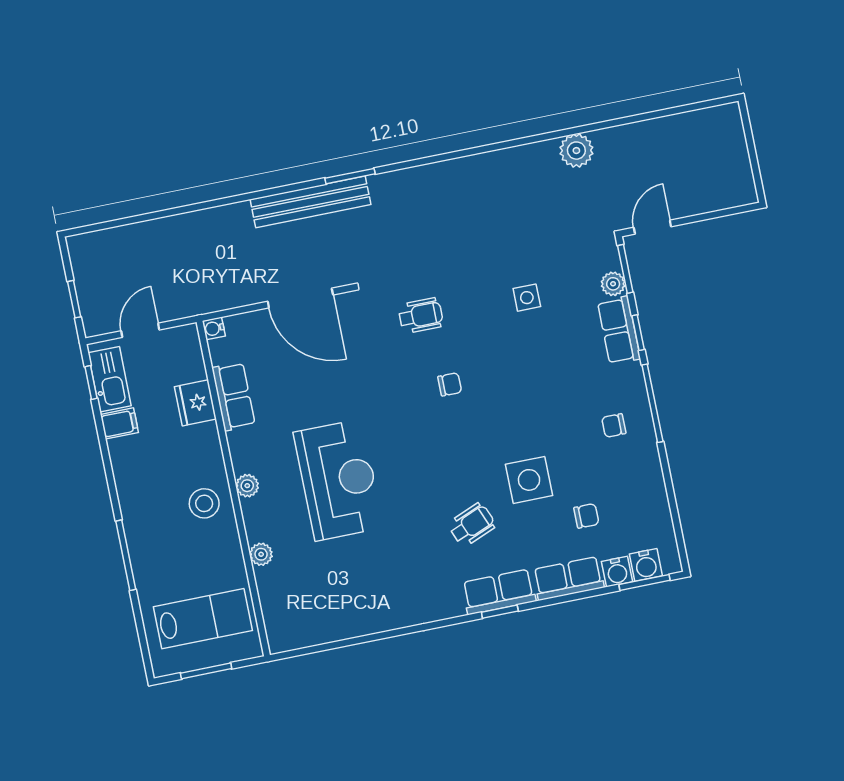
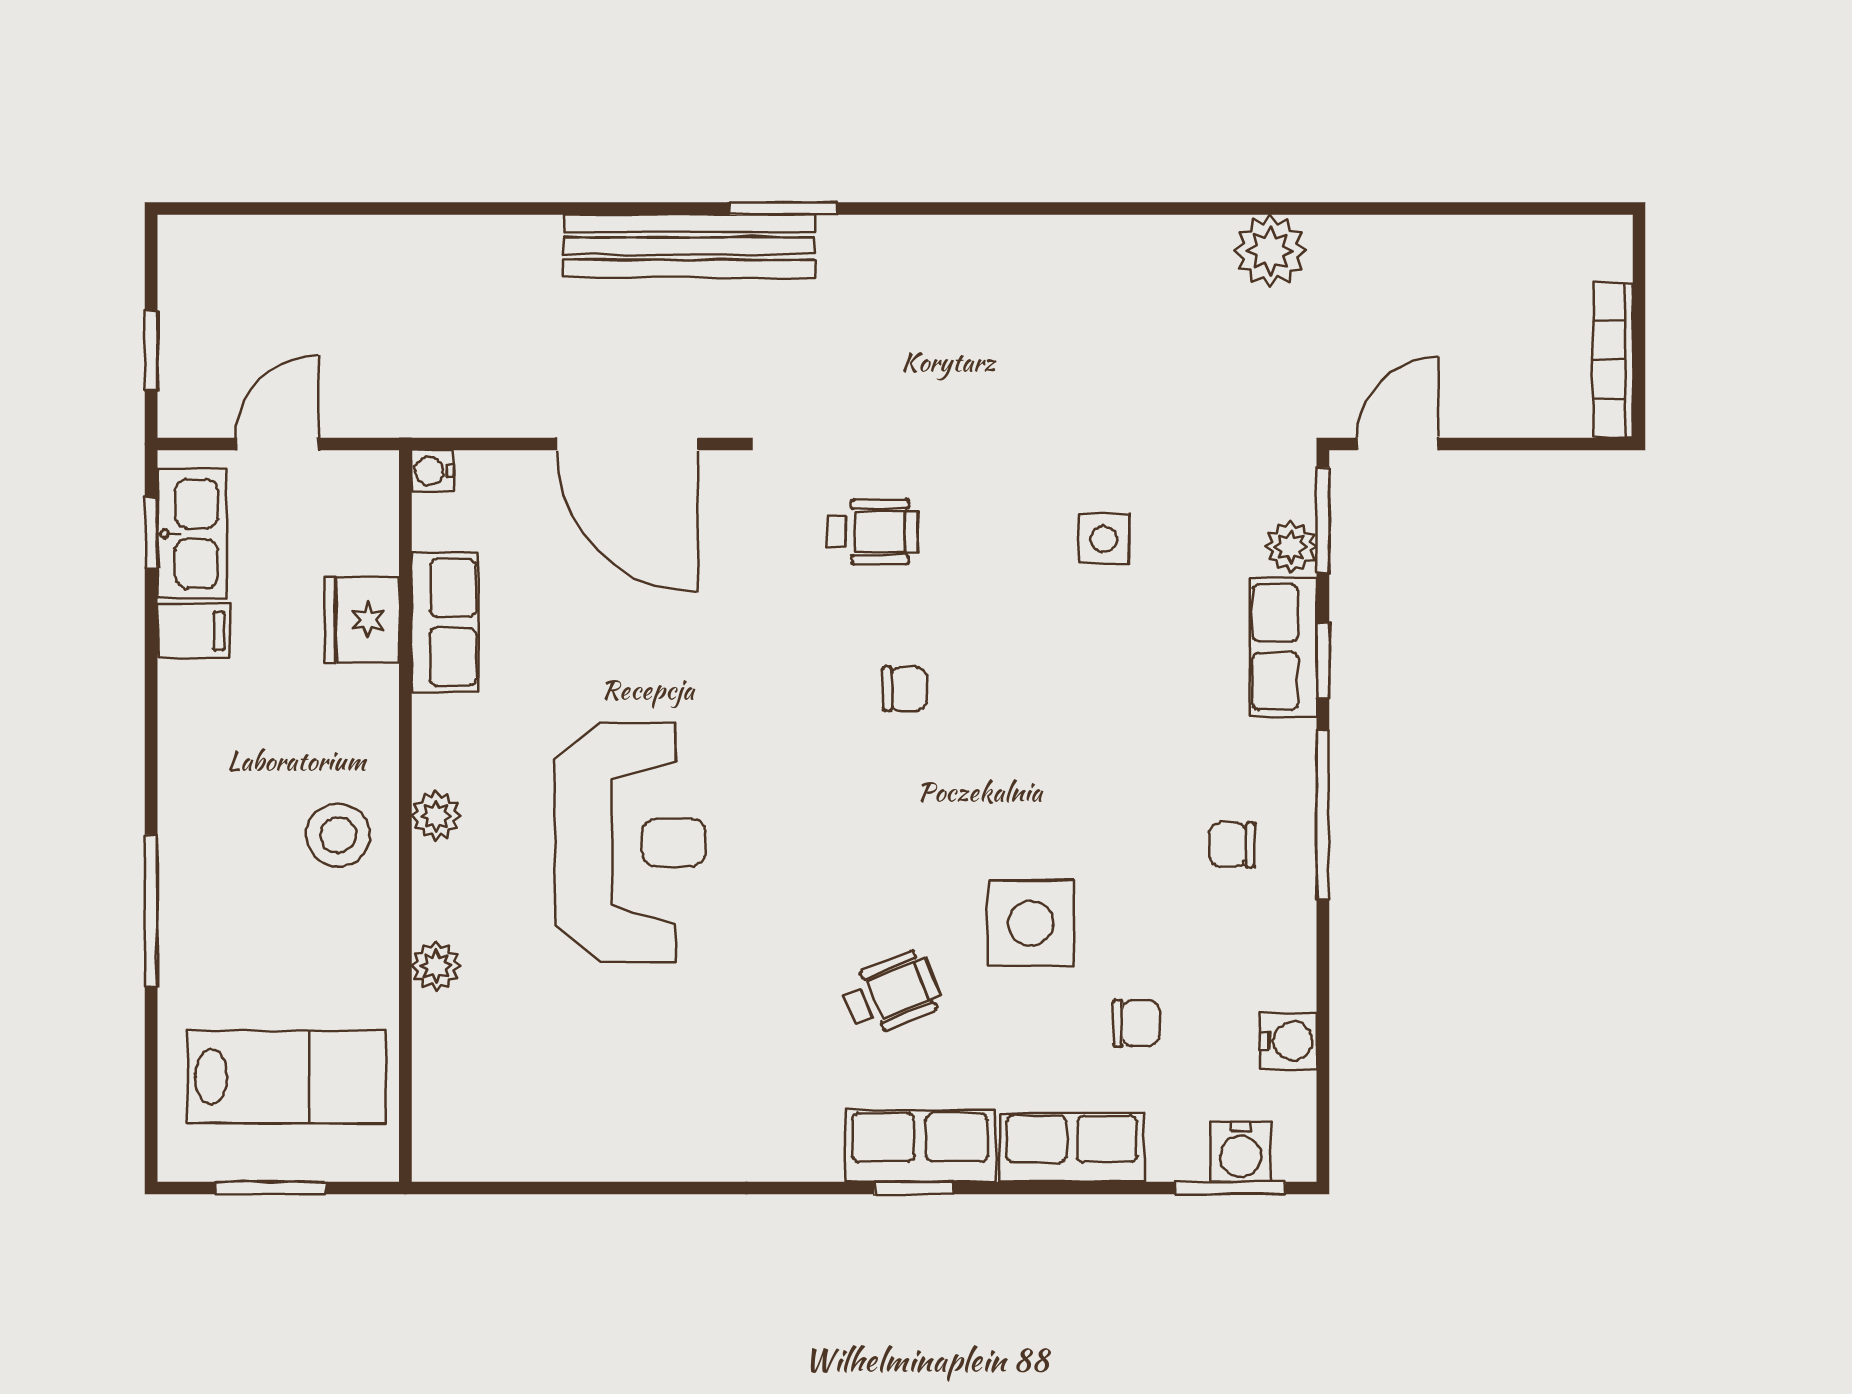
bookcase: (743, 169) -> (1613, 360), added
water cooler: (617, 572) -> (1288, 1041), moved, turned -90

